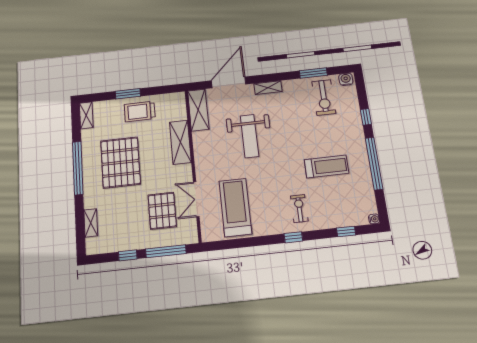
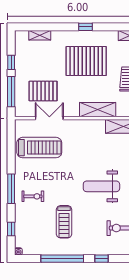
weight bench: (249, 136) -> (101, 186), moved
window: (78, 168) -> (86, 27), width x0.32
window: (293, 237) -> (11, 189), width x2.17

